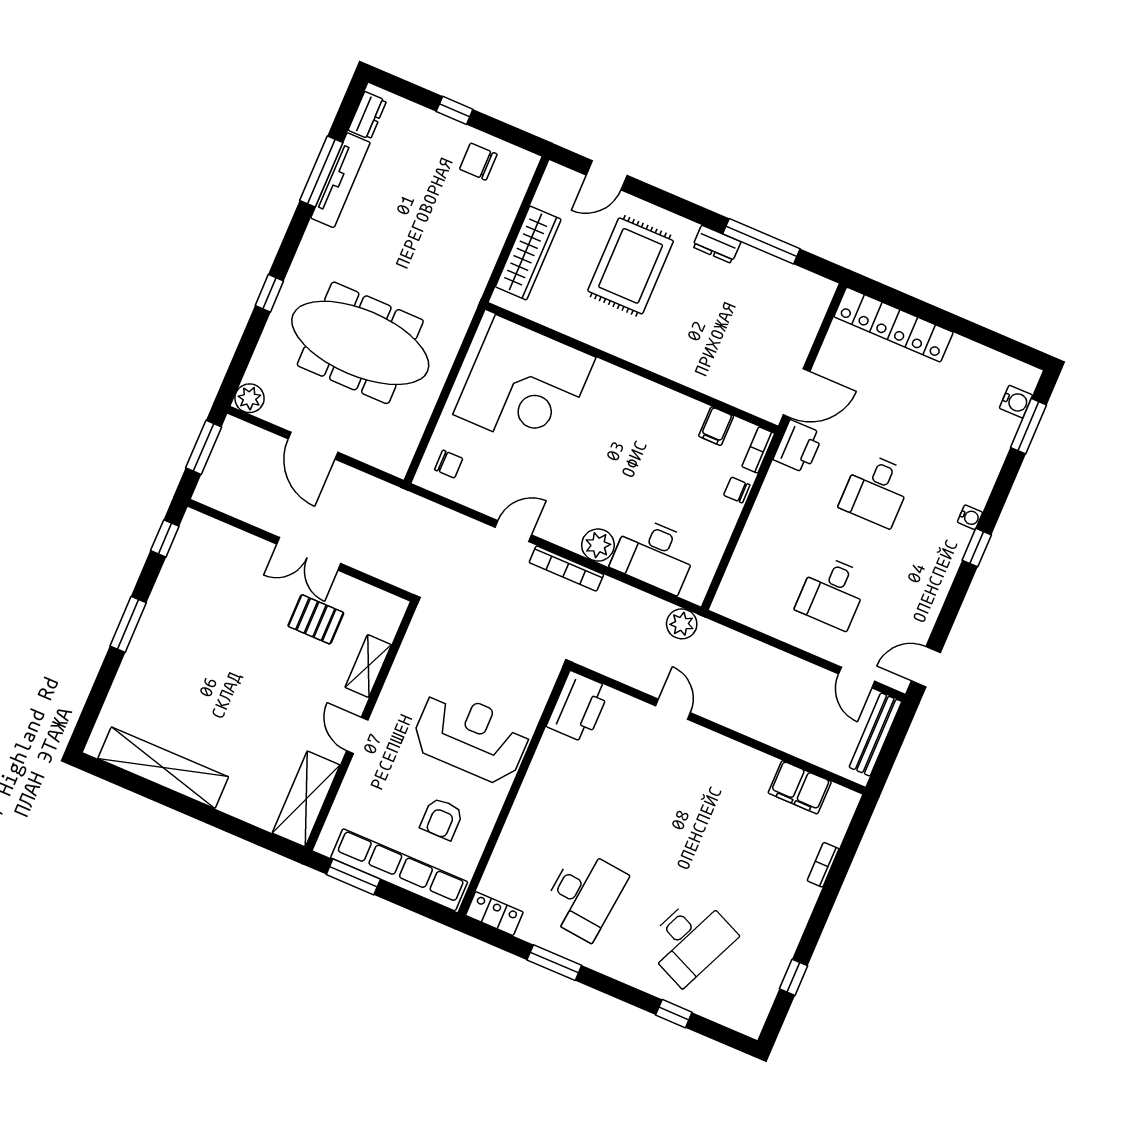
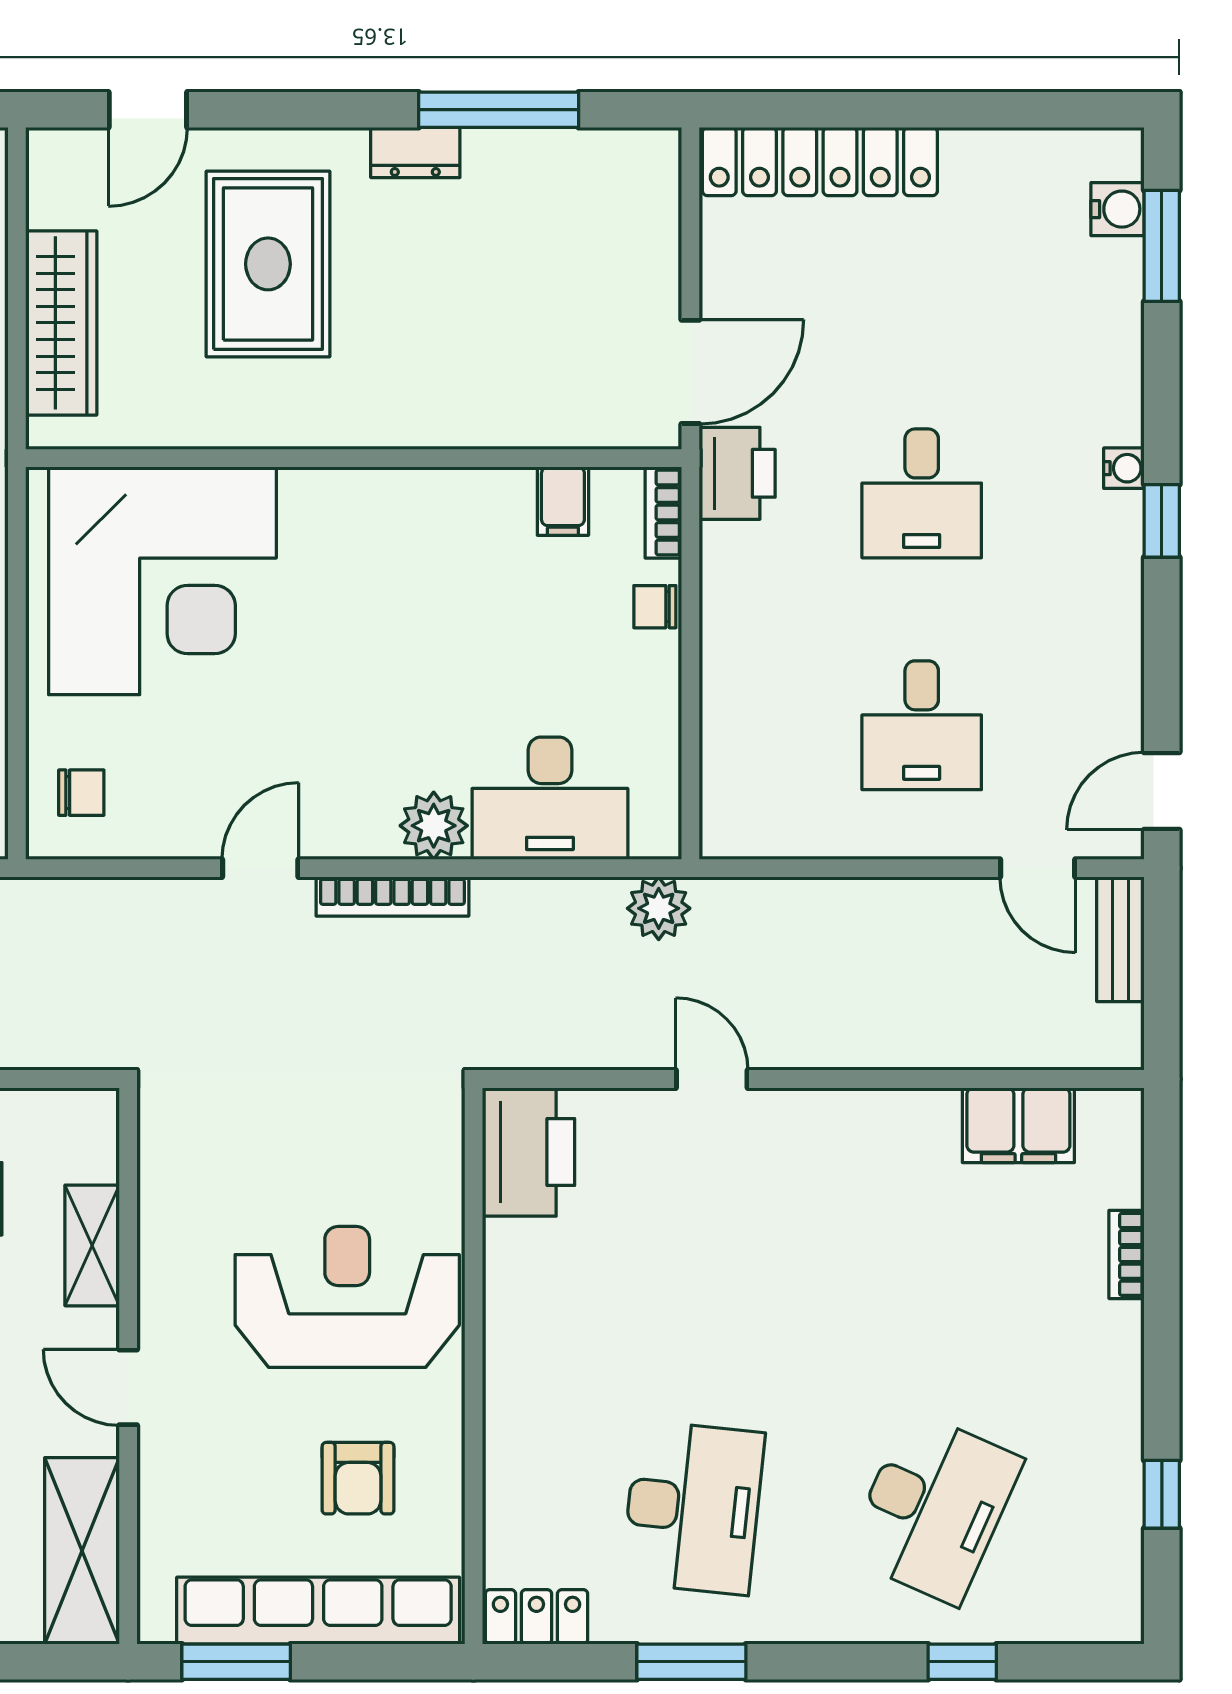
bench: (875, 734) -> (1120, 939), width x0.73

